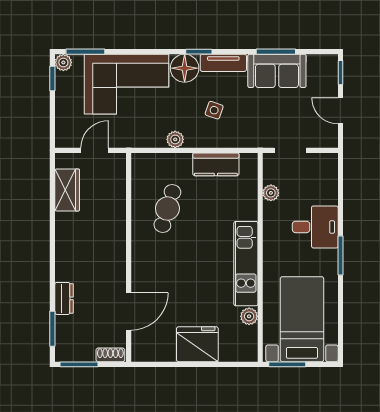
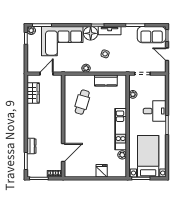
sofa: (277, 71) -> (152, 35), moved
fridge: (197, 344) -> (102, 171), width x0.53, depth x0.75

